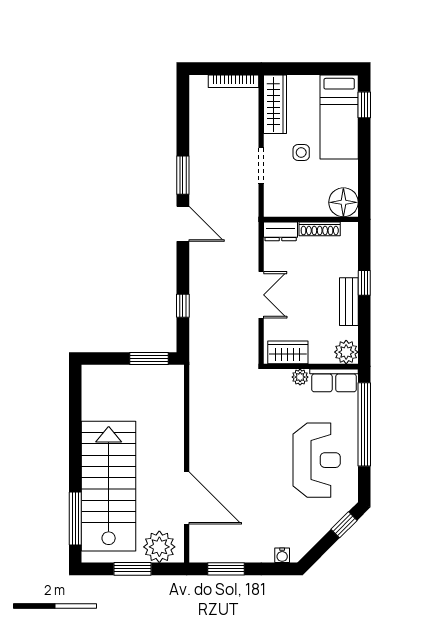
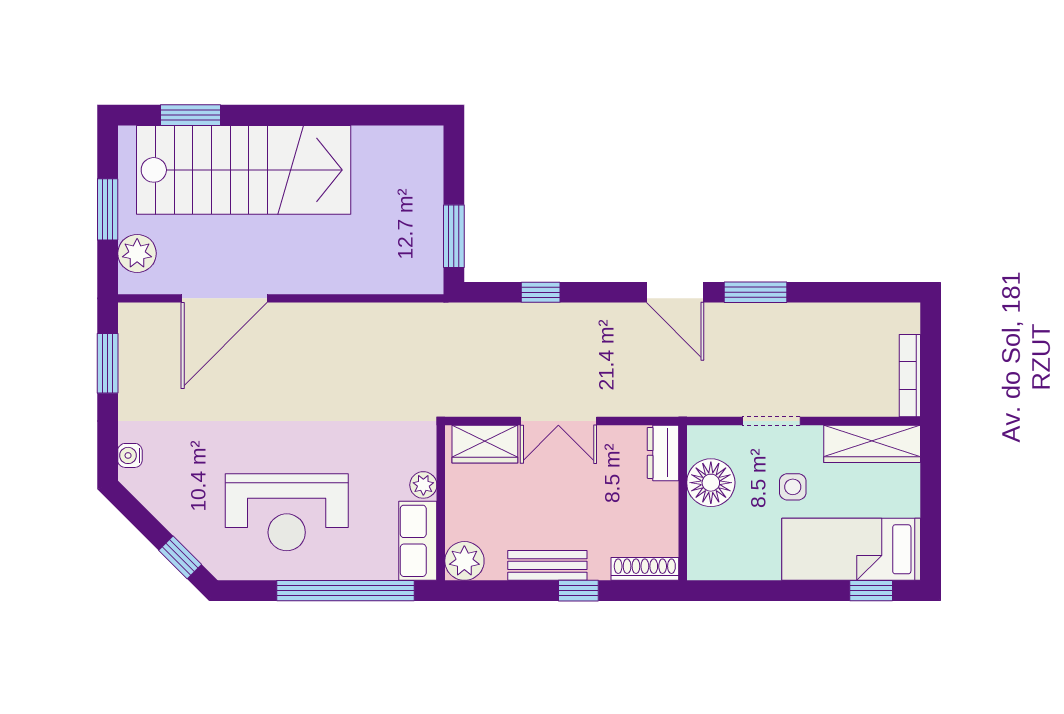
floor lamp: (343, 202) -> (711, 483), moved
door: (183, 224) -> (675, 292), hinge flipped
shoe rack: (320, 229) -> (645, 569), moved, turned 90
wardrobe: (288, 352) -> (485, 444), moved, turned 90
window: (75, 519) -> (191, 115), width x0.69
plant: (159, 547) -> (137, 253), width x0.73, depth x0.73

